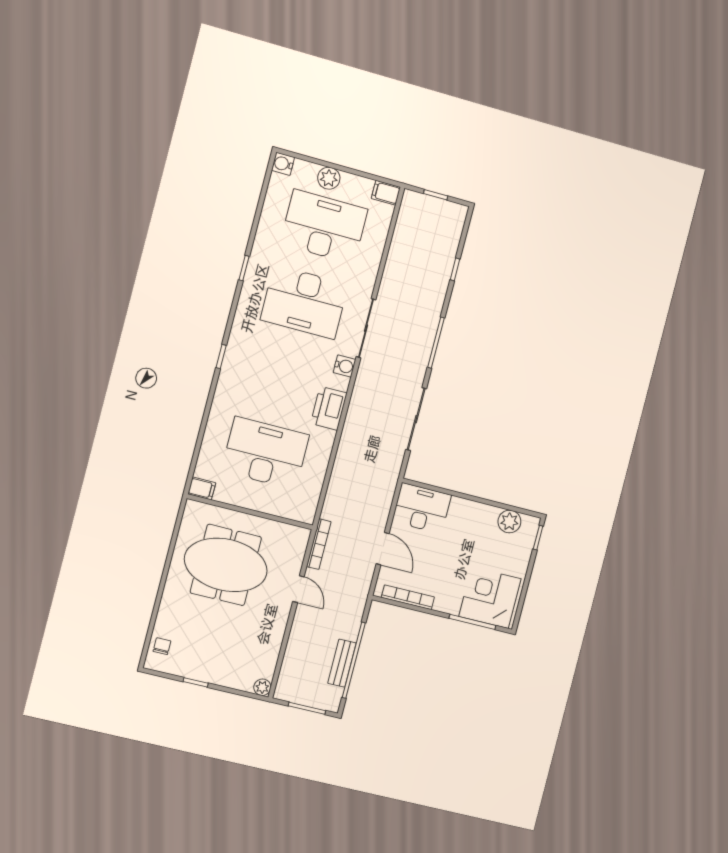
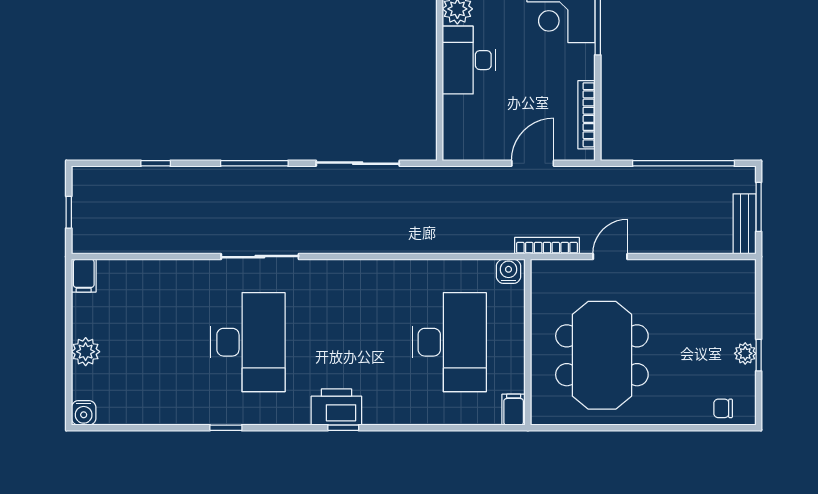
desk: (324, 227) -> (147, 342), removed
water cooler: (345, 366) -> (508, 271), moved
printer: (329, 408) -> (336, 407), moved, turned 180
desk: (265, 453) -> (449, 342), turned 180
desk: (422, 508) -> (469, 60), moved
bench: (342, 663) -> (745, 224), moved, turned 90
plant: (262, 687) -> (745, 353), moved

